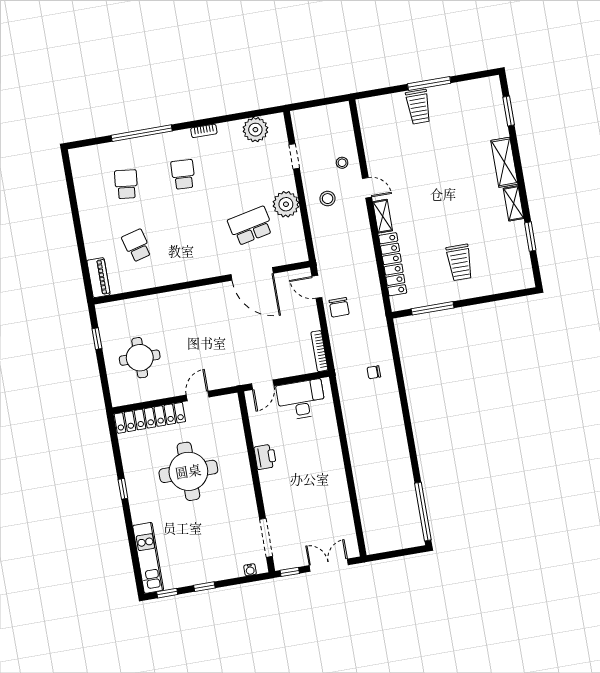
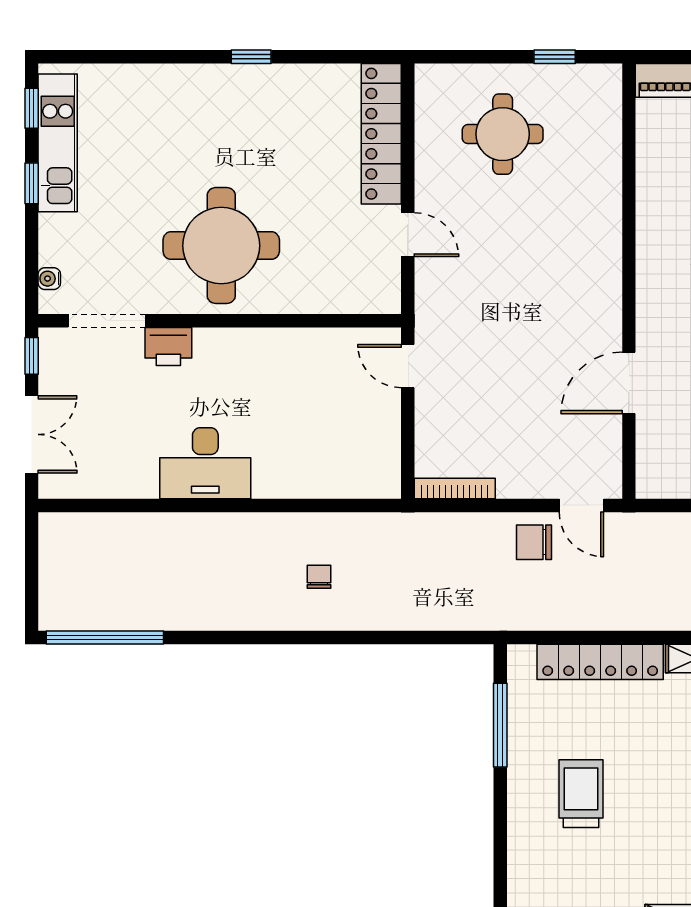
trolley: (460, 262) -> (581, 794), turned 90
door: (252, 274) -> (629, 383), width x0.73
door: (317, 287) -> (581, 505), swing flipped
chair: (374, 372) -> (319, 577), moved
desk: (301, 400) -> (205, 463), moved, turned 90
printer: (265, 457) -> (168, 347), moved
round table: (188, 471) -> (221, 246), moved
kitchen unit: (148, 558) -> (58, 143), moved, turned -90

